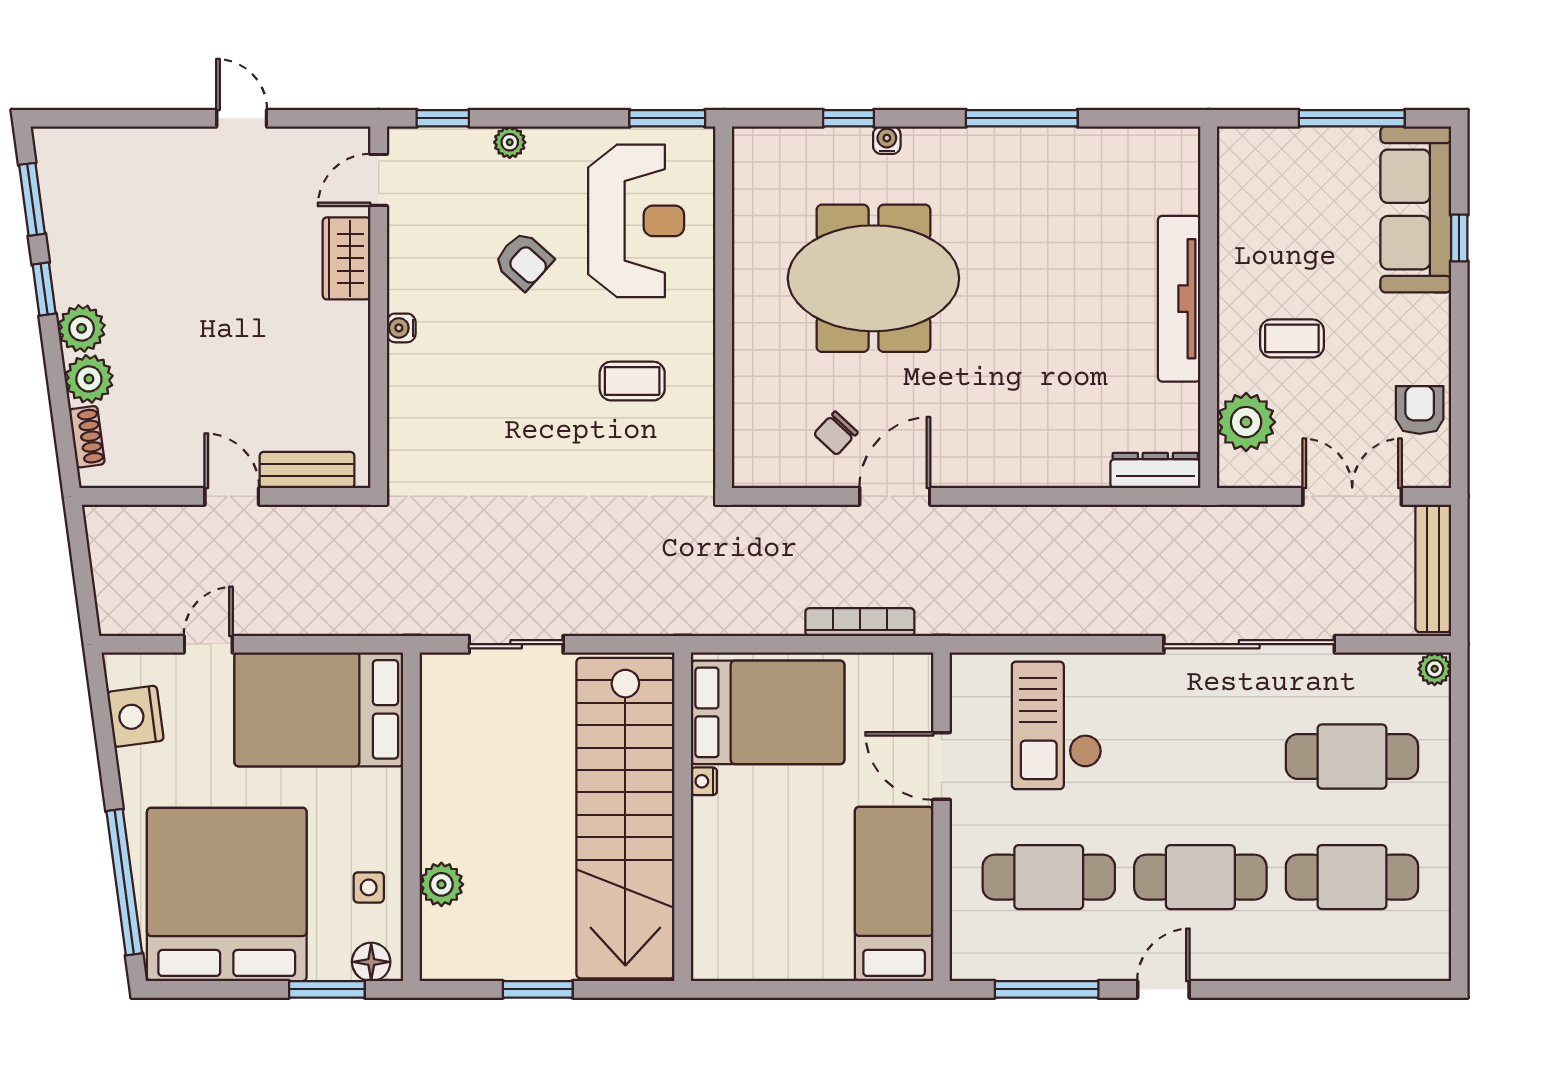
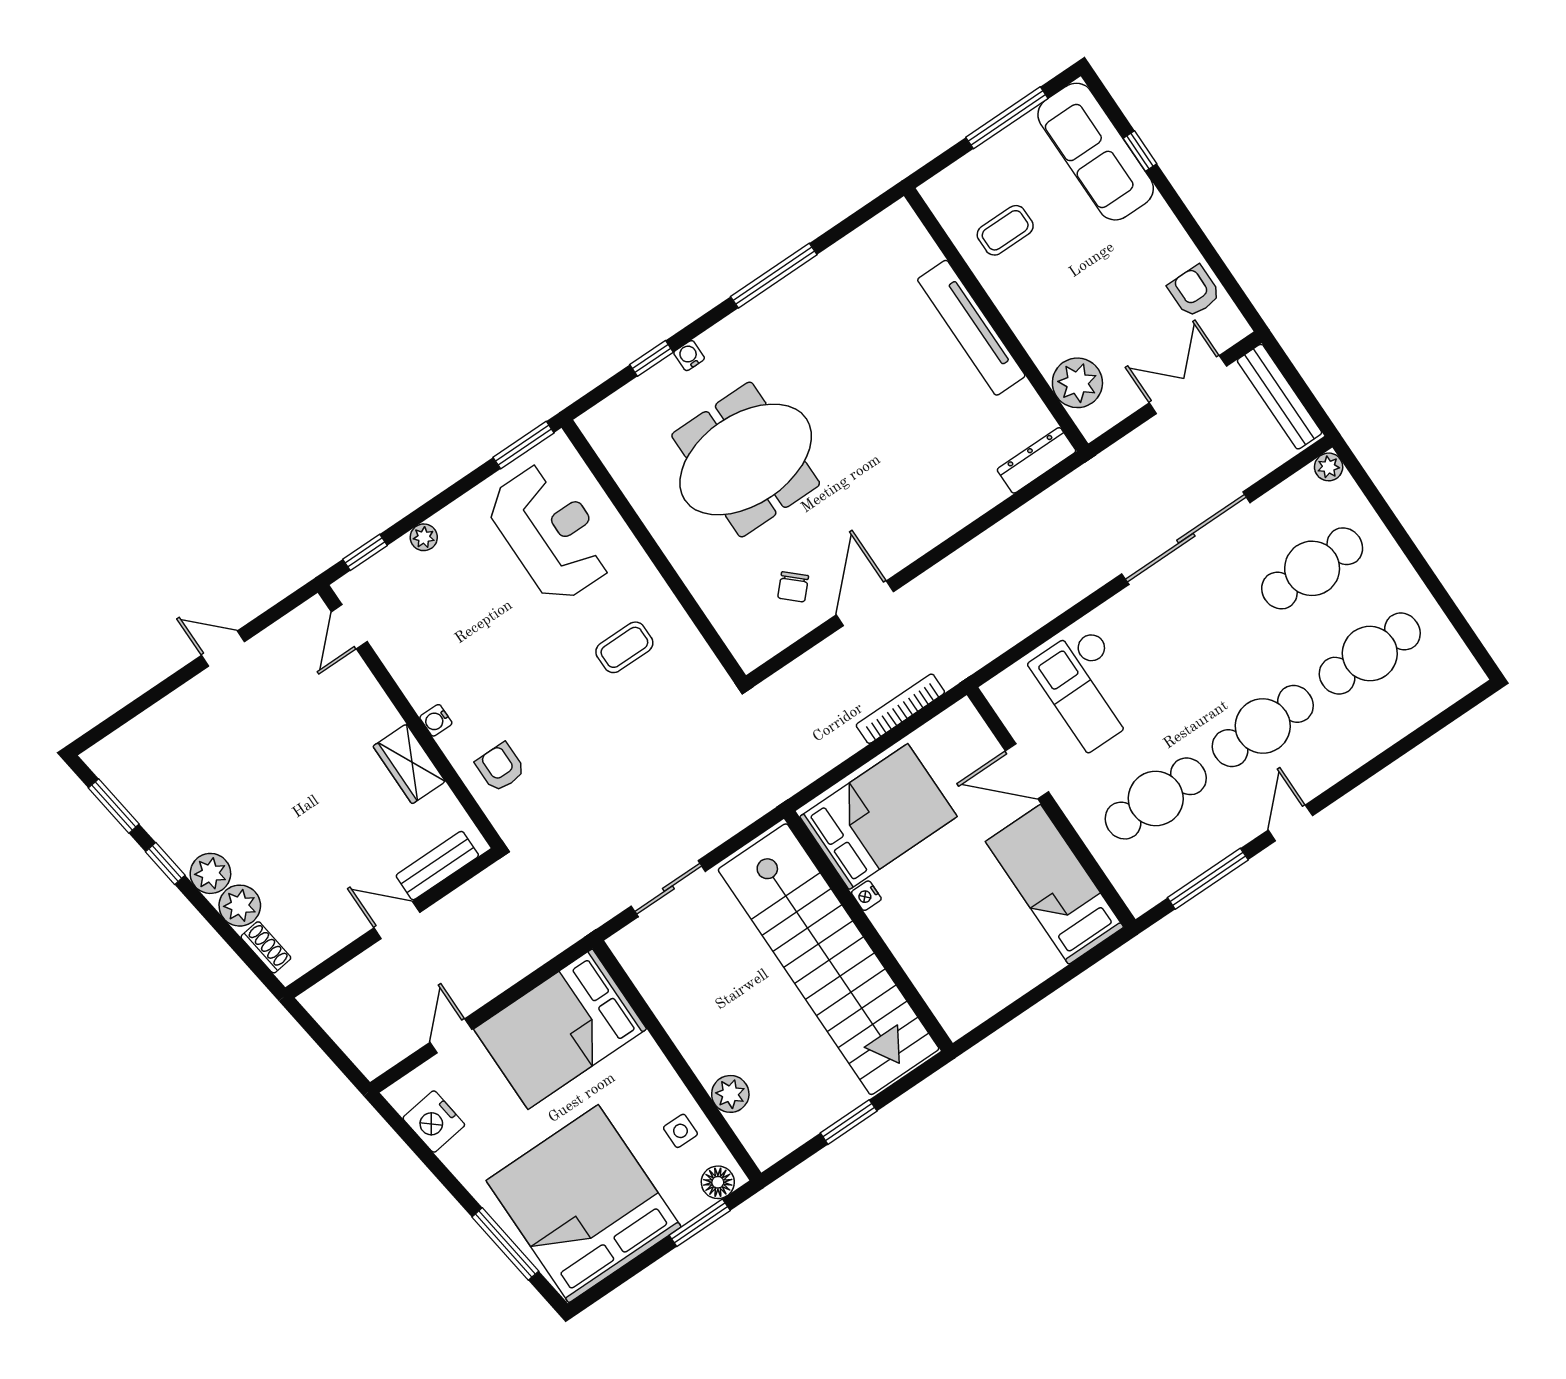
wardrobe: (347, 258) -> (409, 764), moved
armchair: (523, 261) -> (500, 767), moved, turned -132
coffee table: (1292, 338) -> (1005, 230), moved
window: (124, 882) -> (505, 1244), width x0.68

